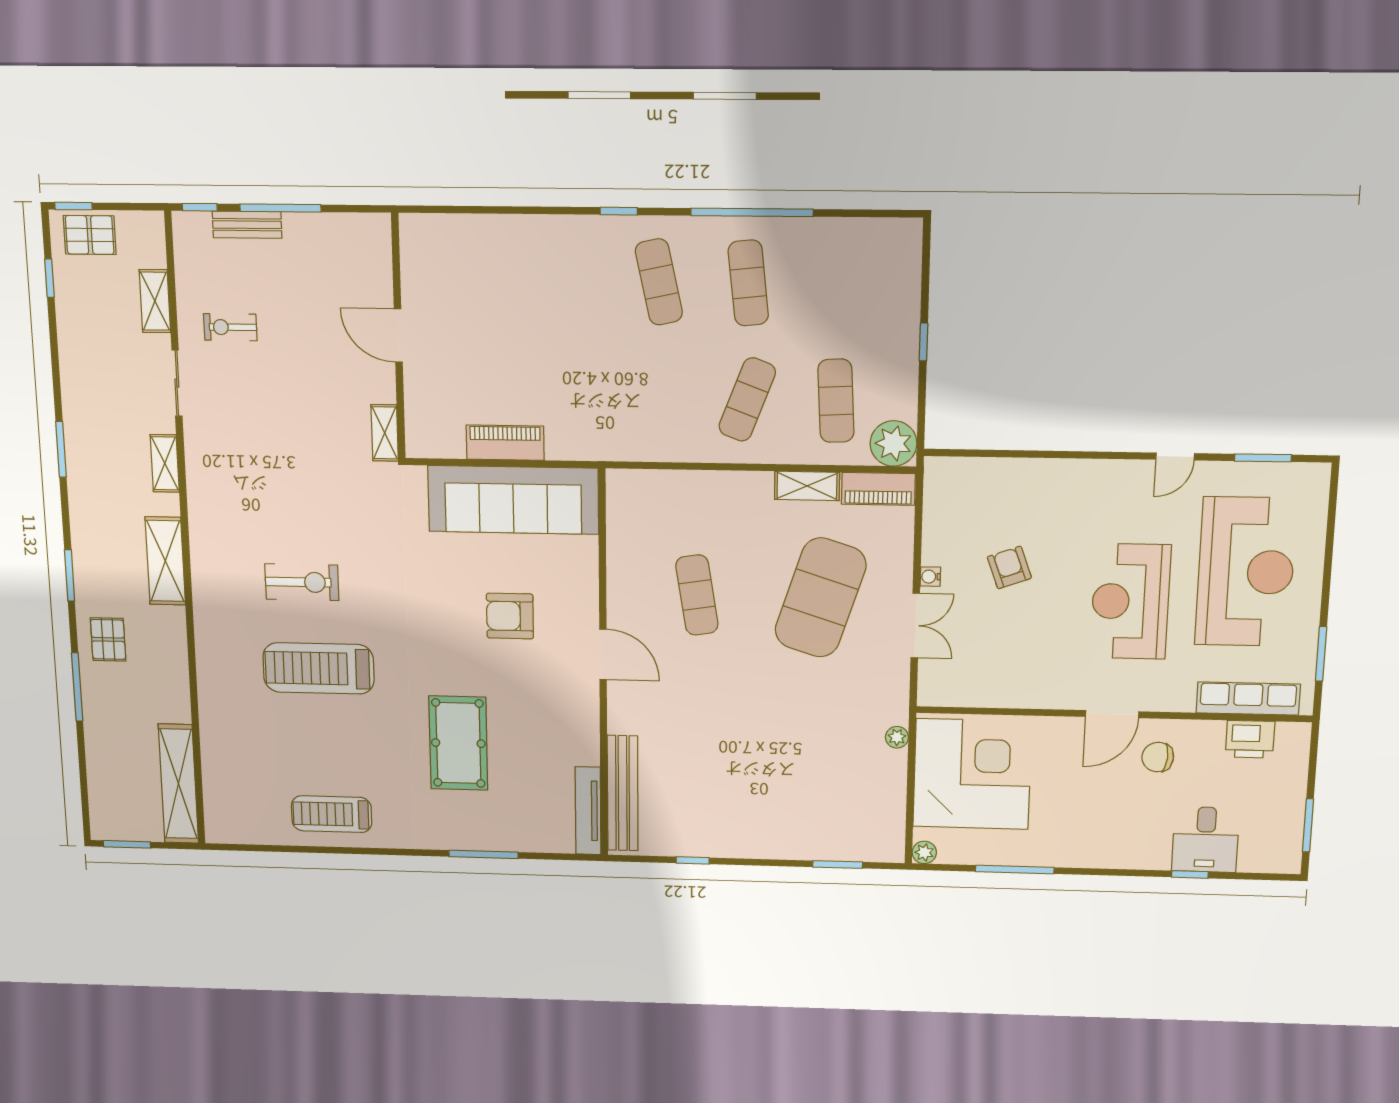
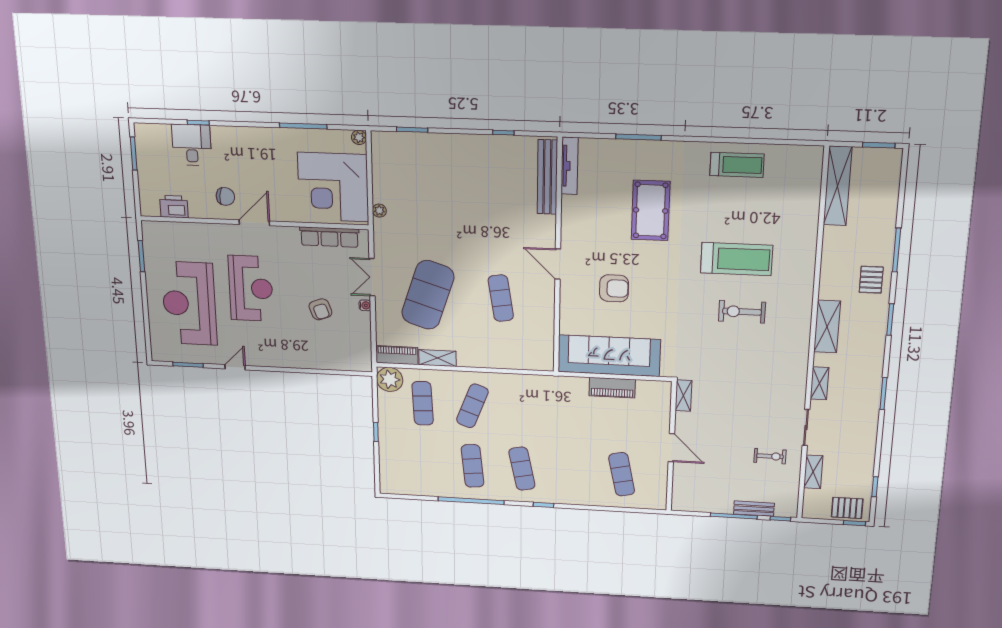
exercise mat: (481, 280) -> (622, 474), added
row of seats: (1248, 699) -> (329, 237), moved

